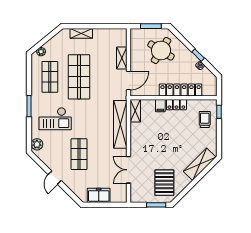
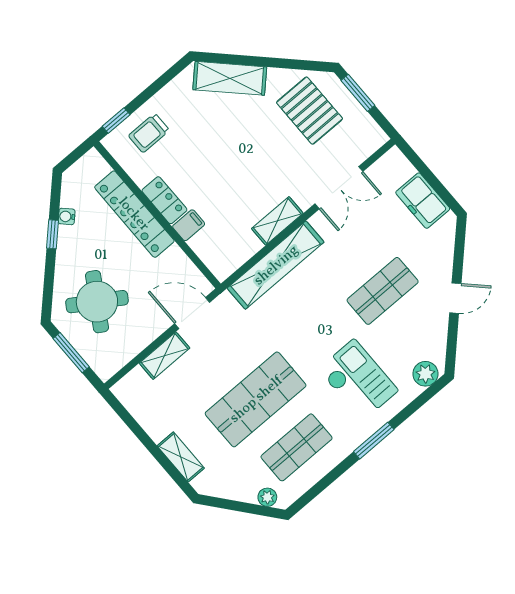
shelving: (135, 111) -> (277, 221), moved
pallet: (164, 183) -> (310, 111), turned 90

